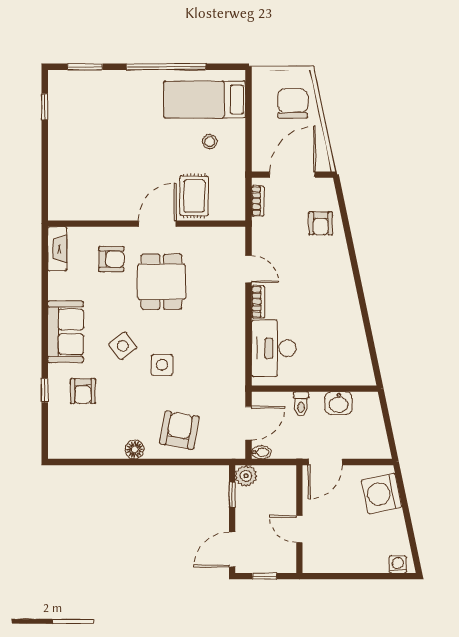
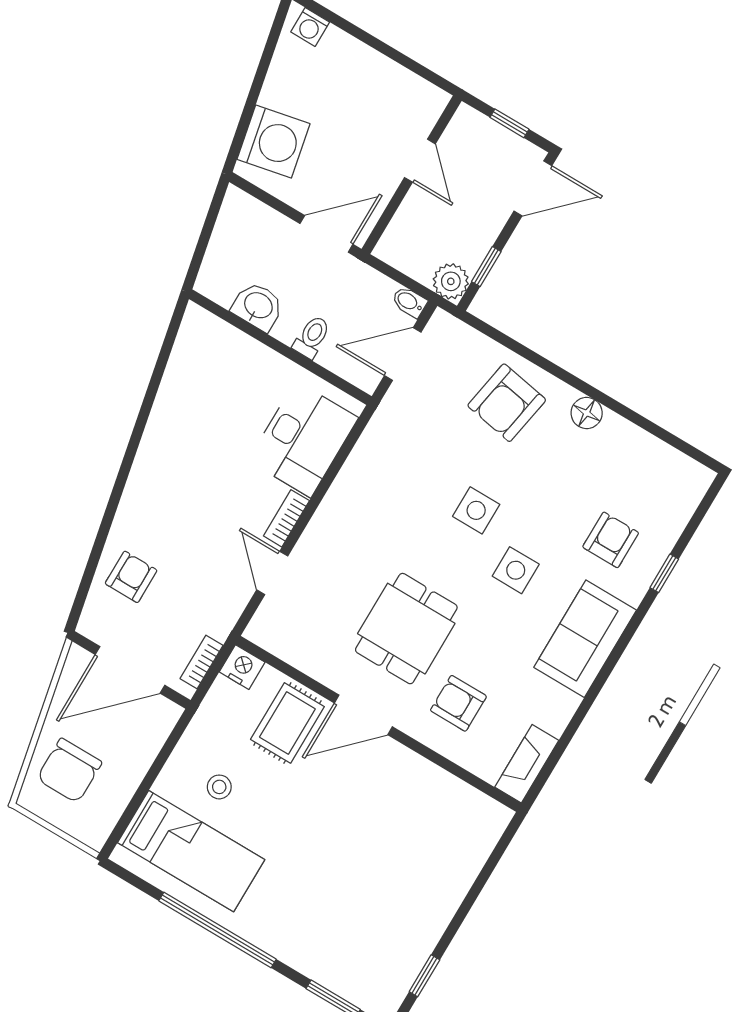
nightstand: (235, 211) -> (242, 667), added
side table: (123, 346) -> (516, 570), turned 37

